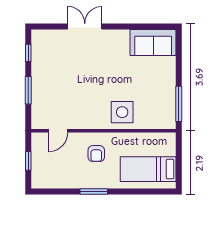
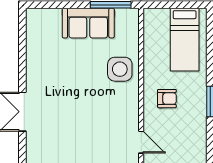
sofa: (153, 43) -> (88, 23), moved, turned 90

